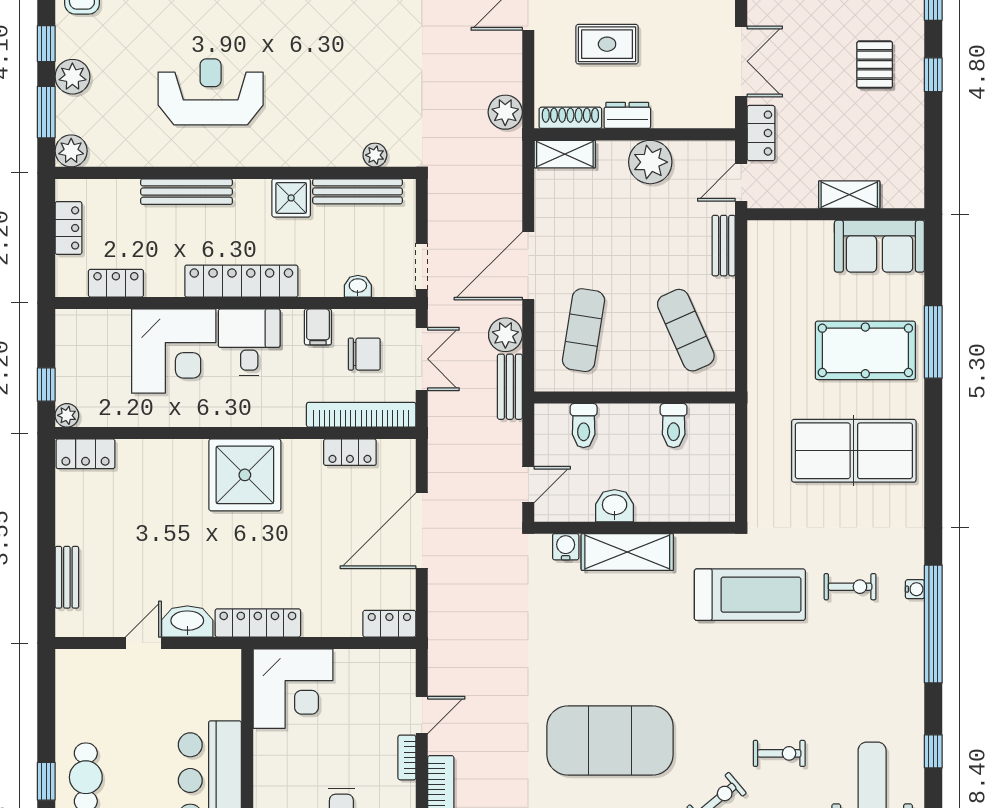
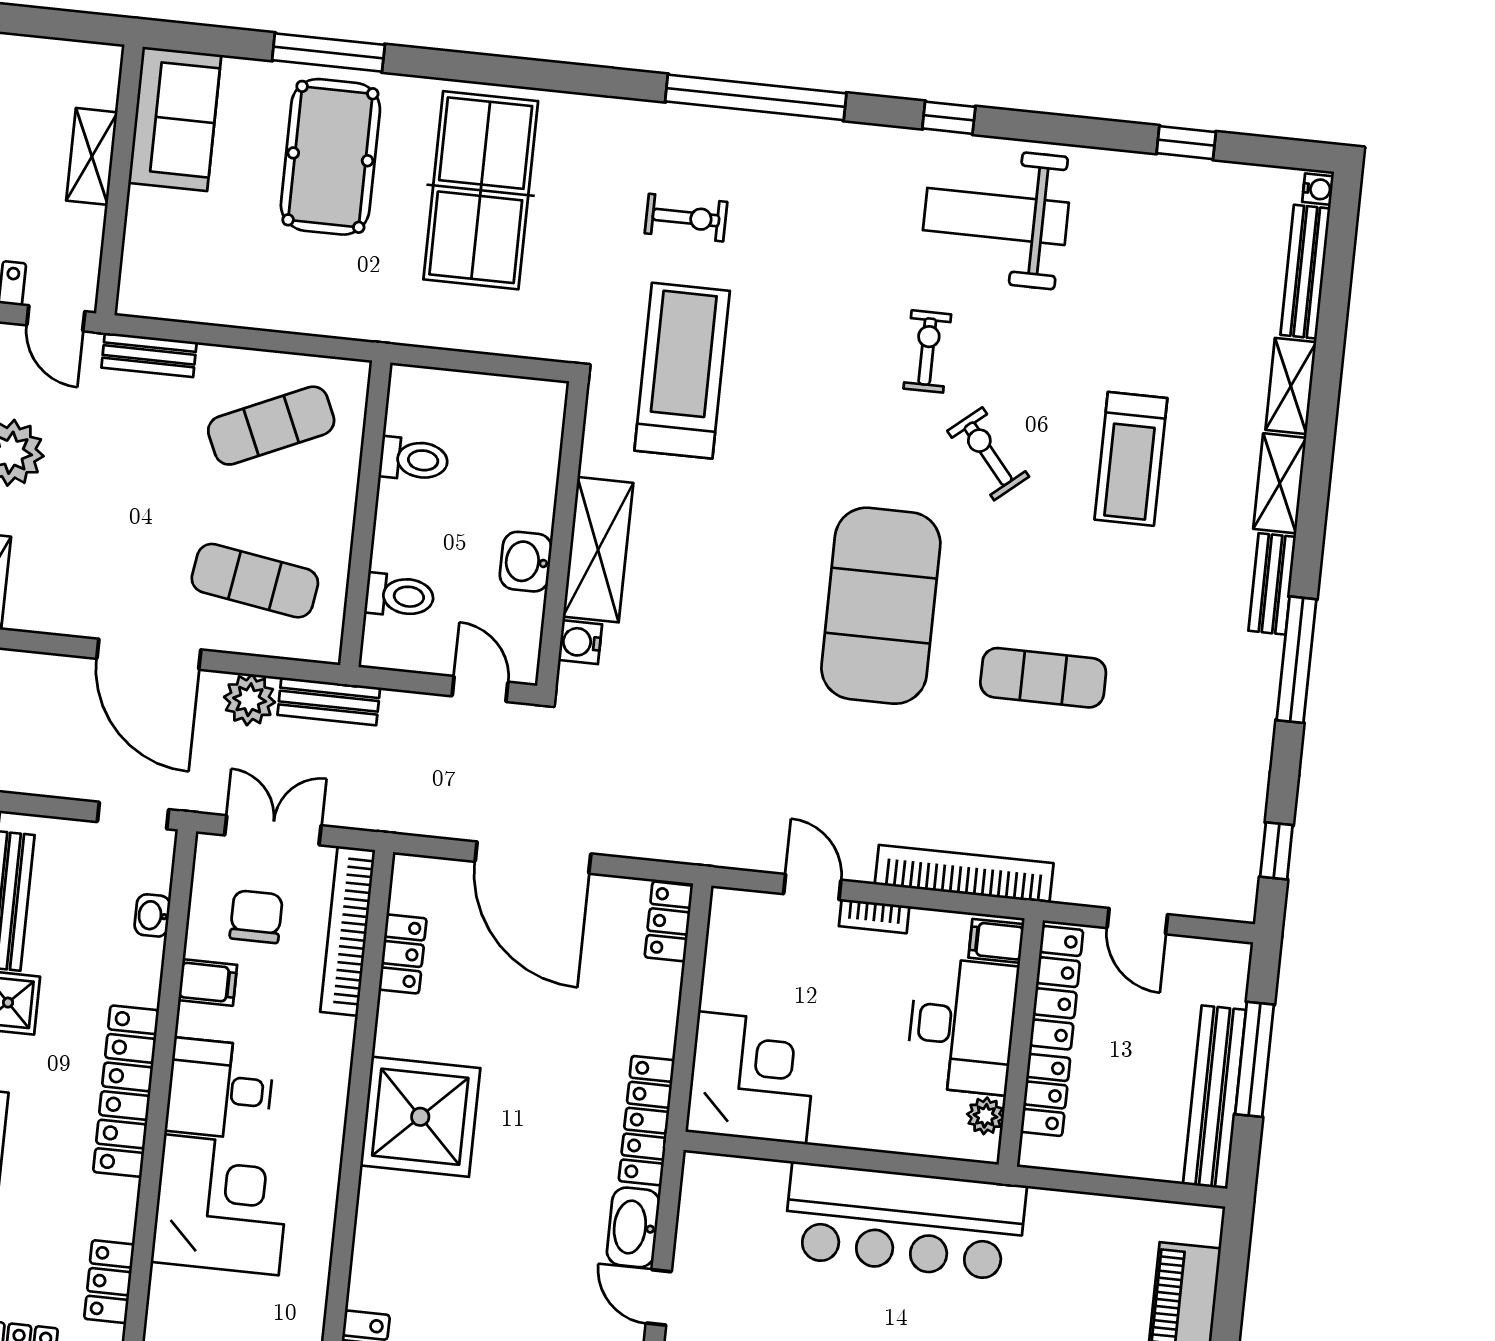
exercise bike: (850, 587) -> (686, 218), turned 90
water cooler: (915, 589) -> (700, 120), removed

